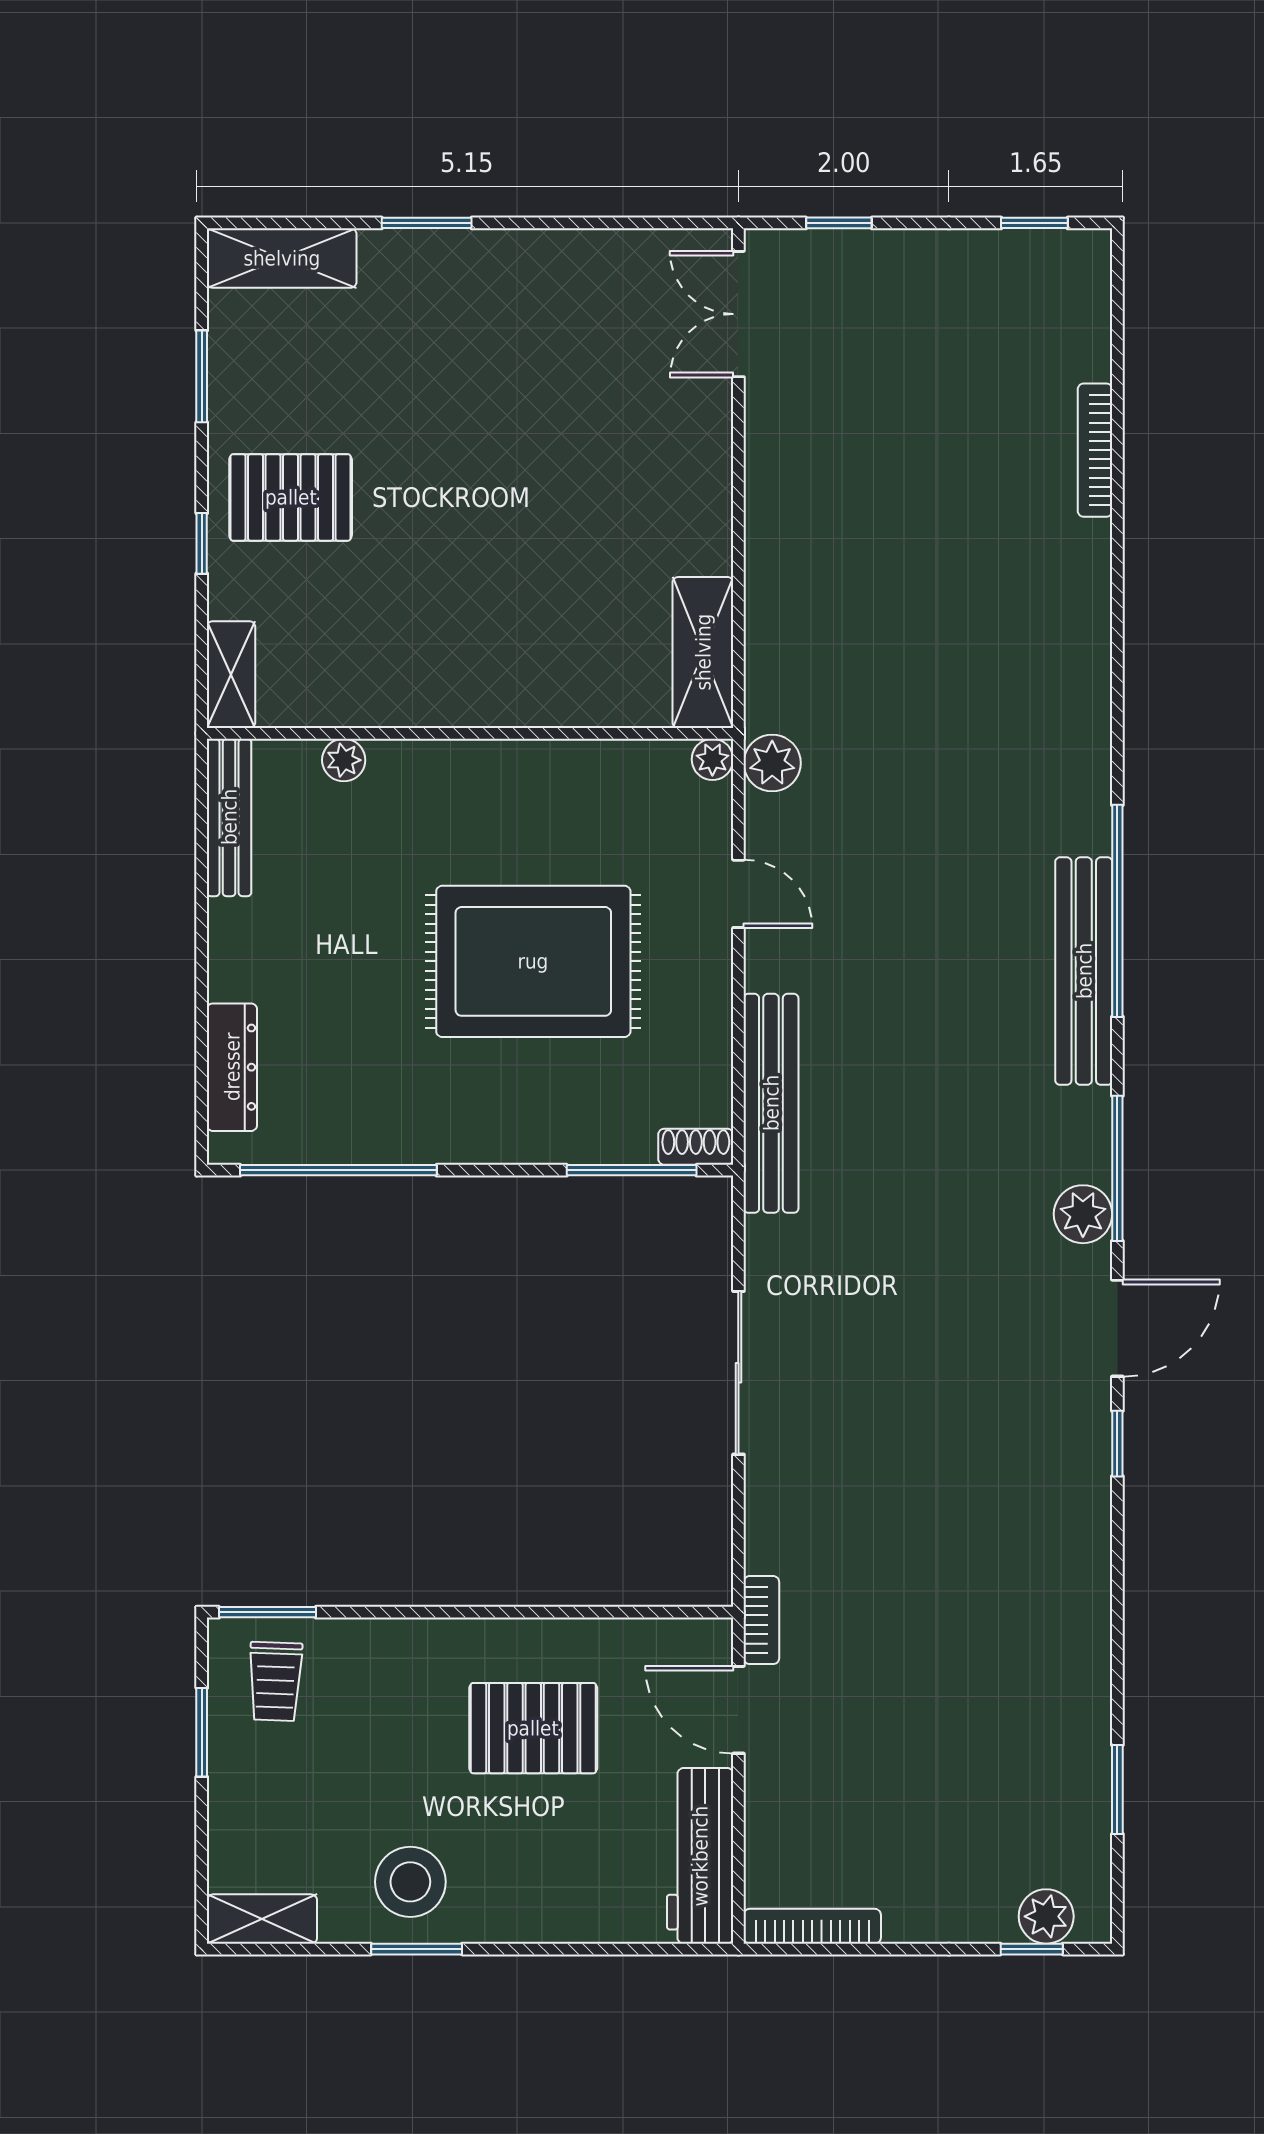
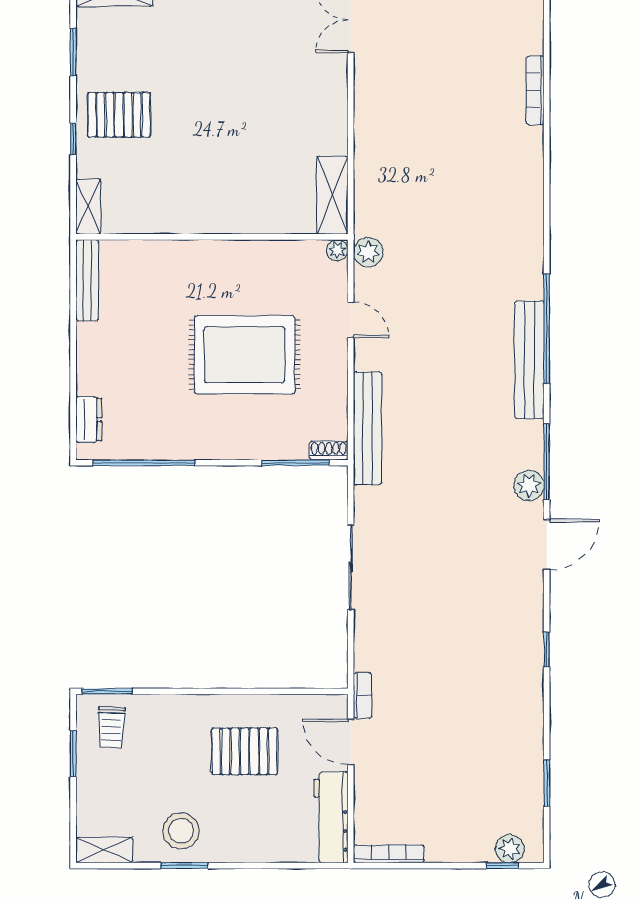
plant: (344, 760) -> (147, 251), removed
dresser: (232, 1067) -> (89, 420), width x0.70
window: (1117, 1444) -> (547, 649), moved

